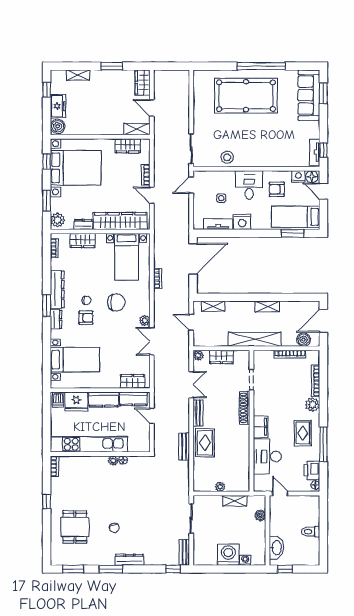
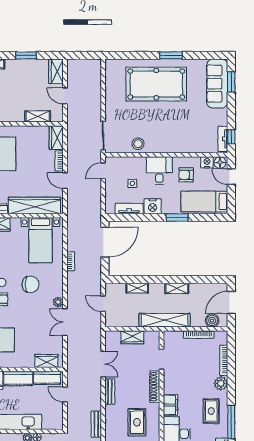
window: (261, 66) -> (171, 55), width x0.47
shelving: (137, 129) -> (38, 116), moved
wardrobe: (128, 146) -> (56, 138), moved, turned 90
window: (293, 233) -> (177, 217), moved
shelving: (213, 306) -> (137, 288), moved
plant: (198, 355) -> (110, 336), removed
rug: (205, 443) -> (137, 422), moved

